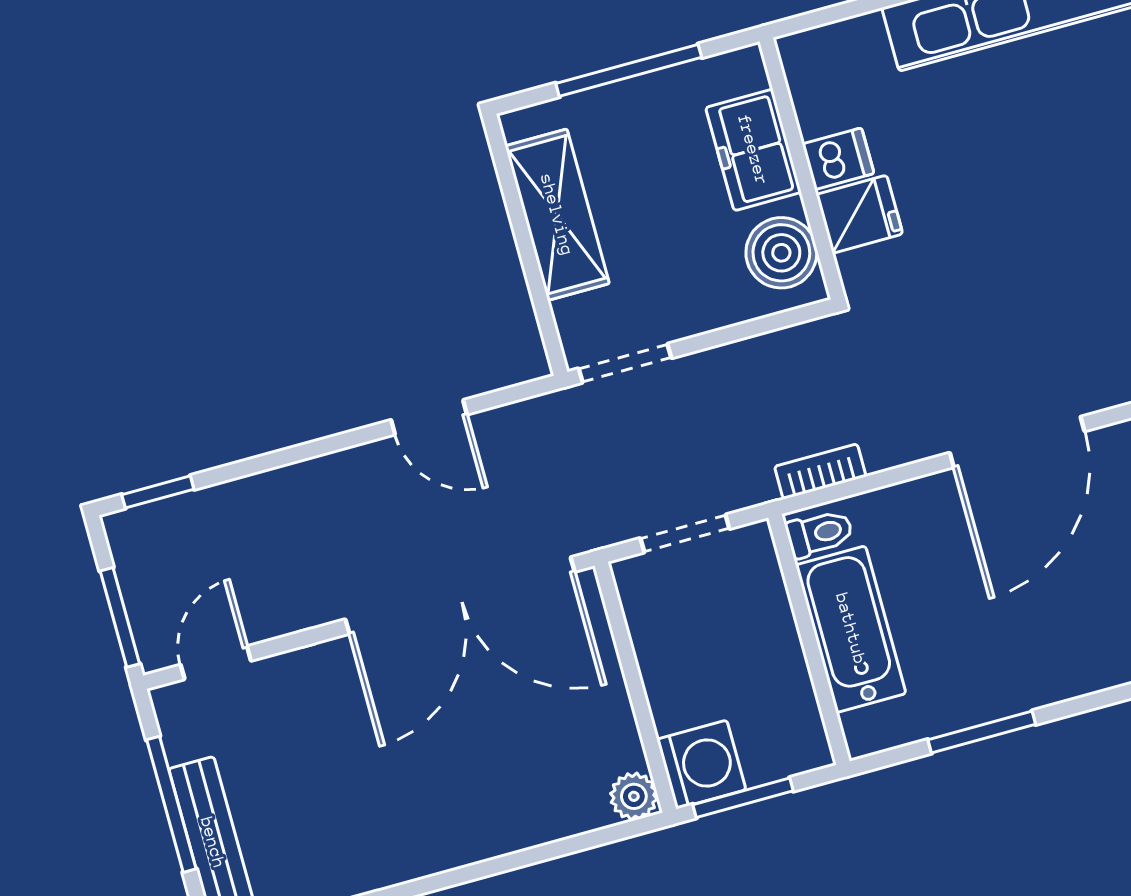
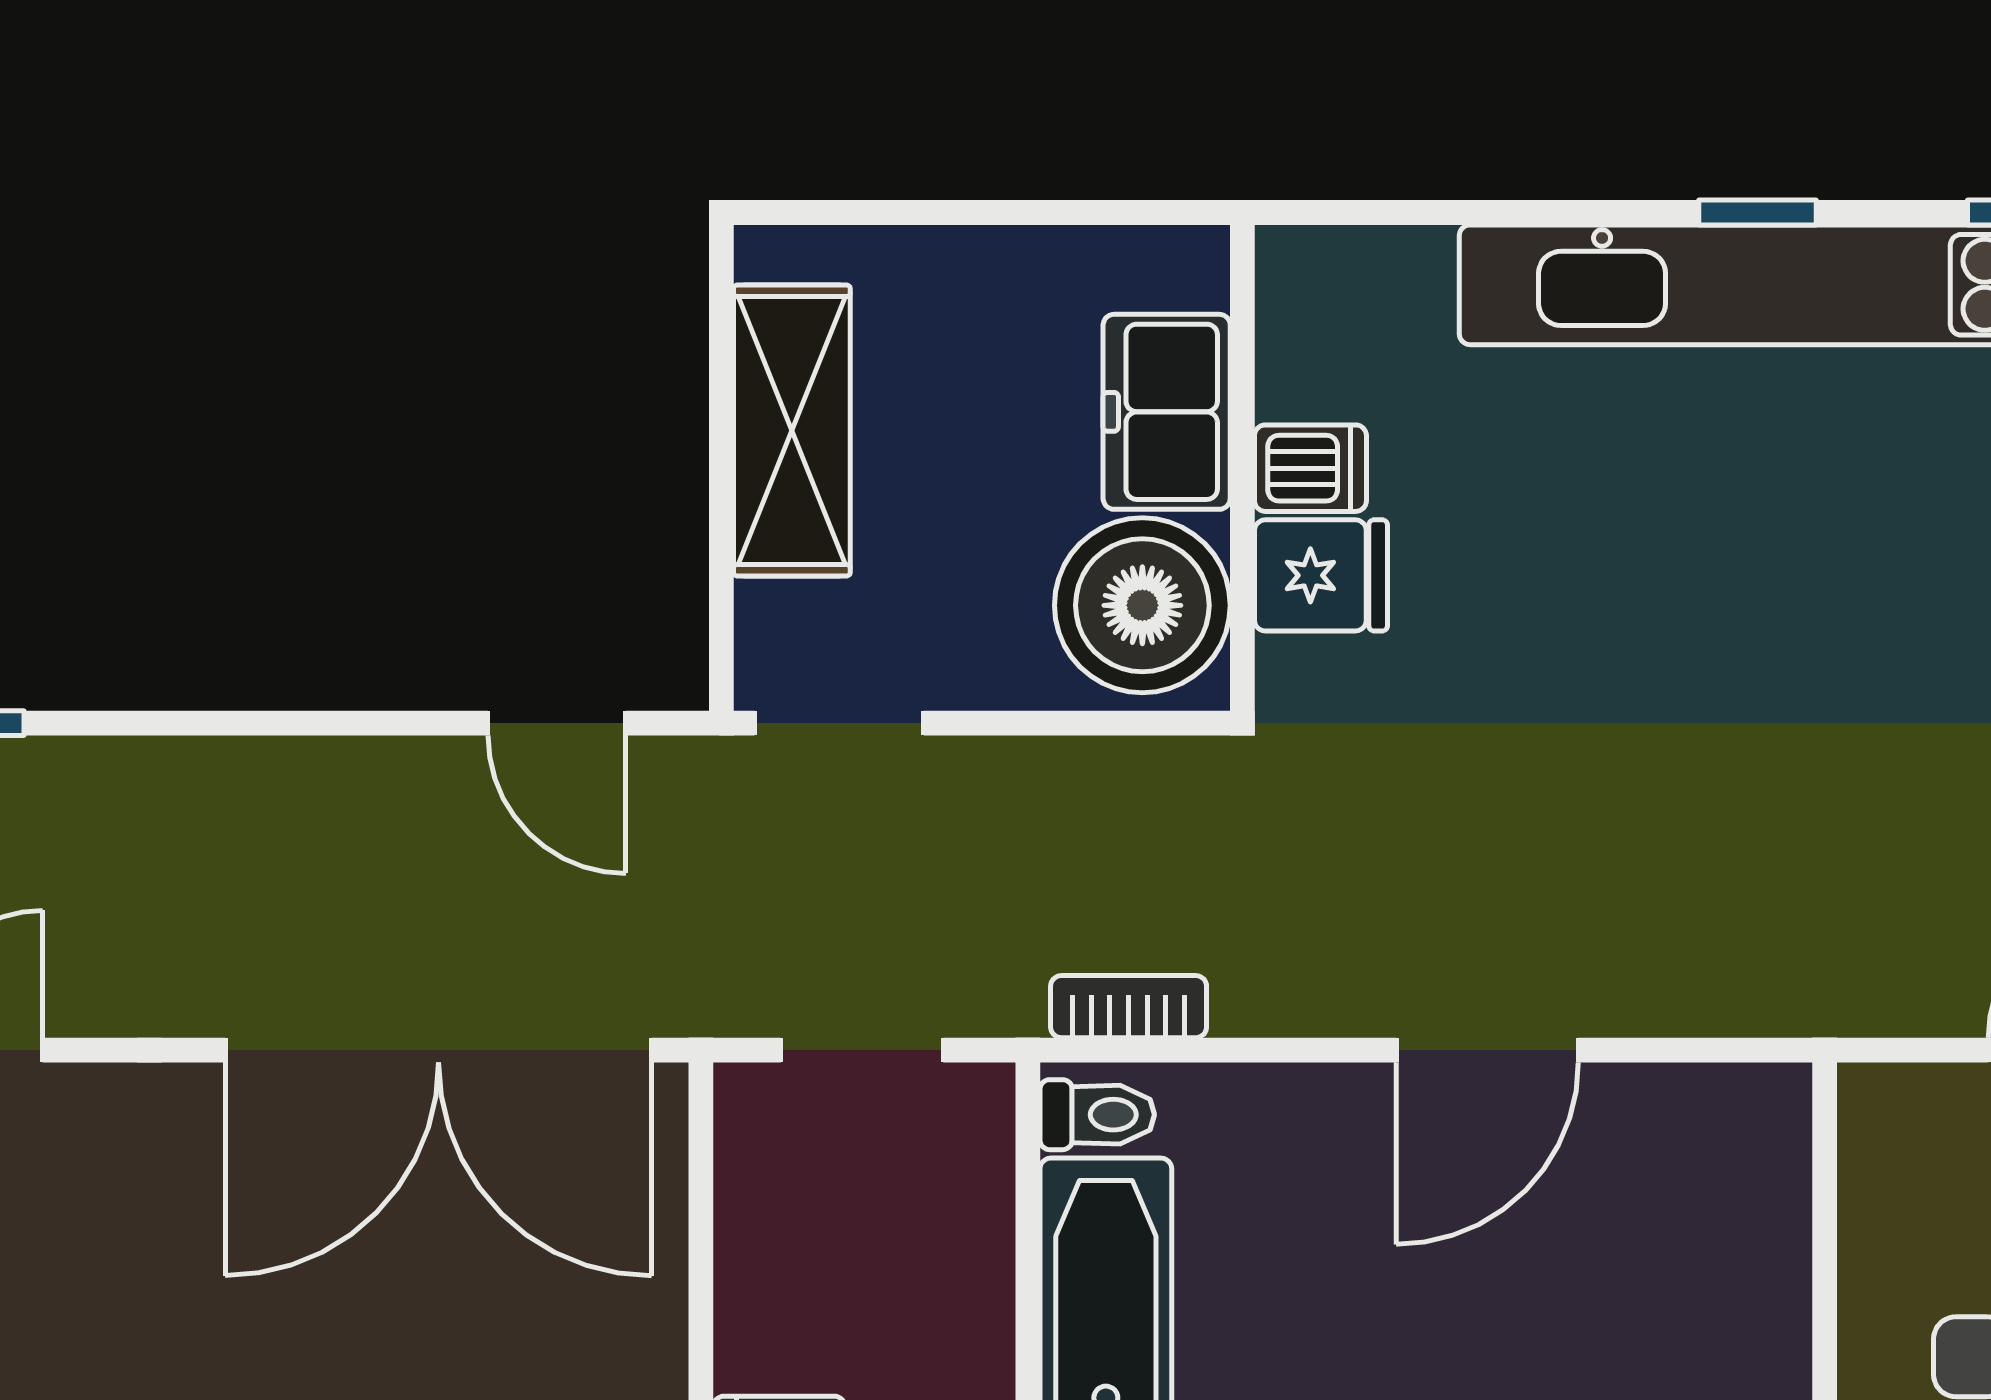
window: (629, 70) -> (987, 212), removed
boiler: (781, 253) -> (1142, 605), width x1.37, depth x1.37
door: (429, 417) -> (557, 723), moved
door: (1017, 442) -> (1487, 1050), width x0.73

